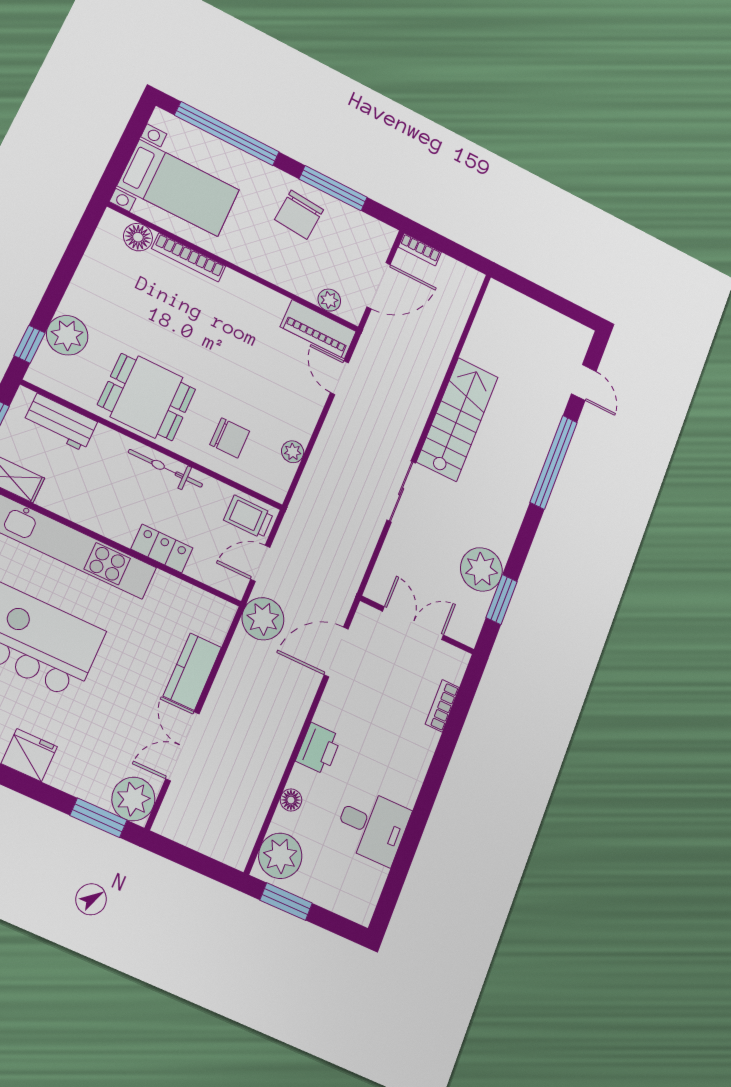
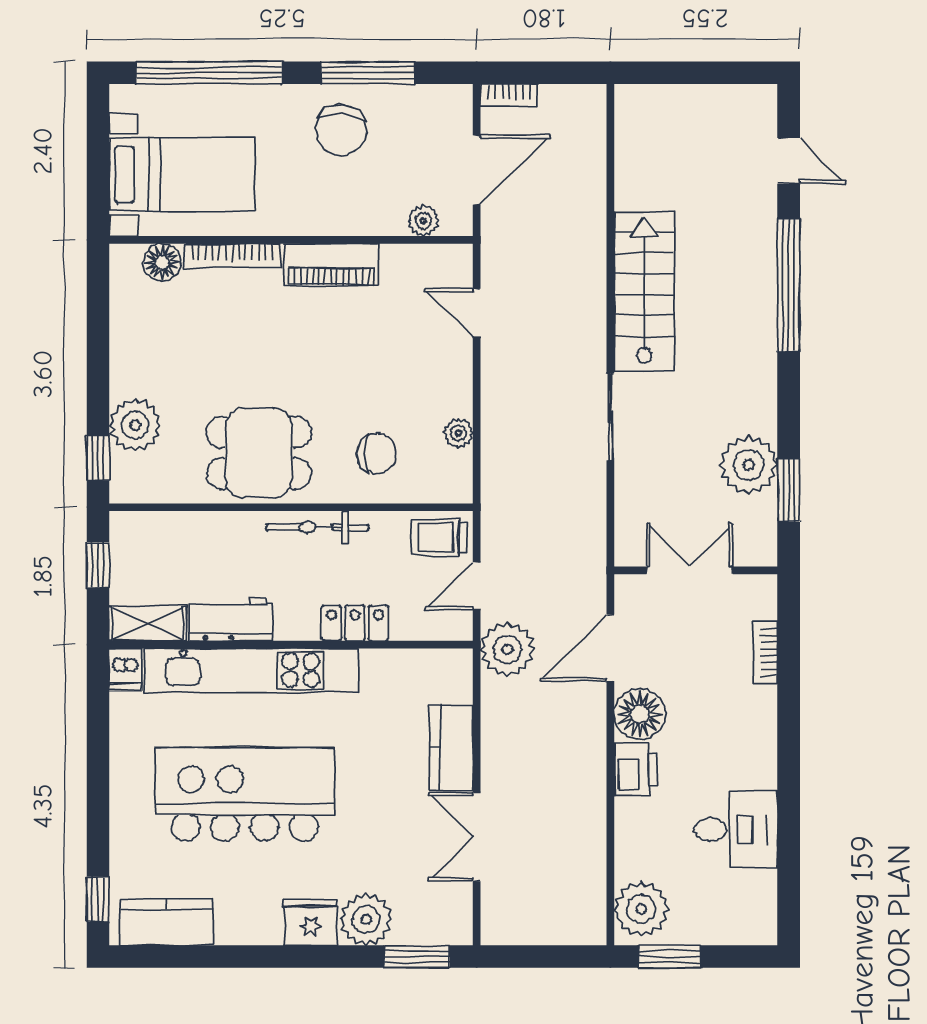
piano: (318, 329) -> (331, 265), moved
workbench: (60, 422) -> (231, 619), moved, turned 180
plant: (133, 799) -> (366, 919), moved
floor lamp: (291, 800) -> (640, 714), moved, width x1.89, depth x1.89

